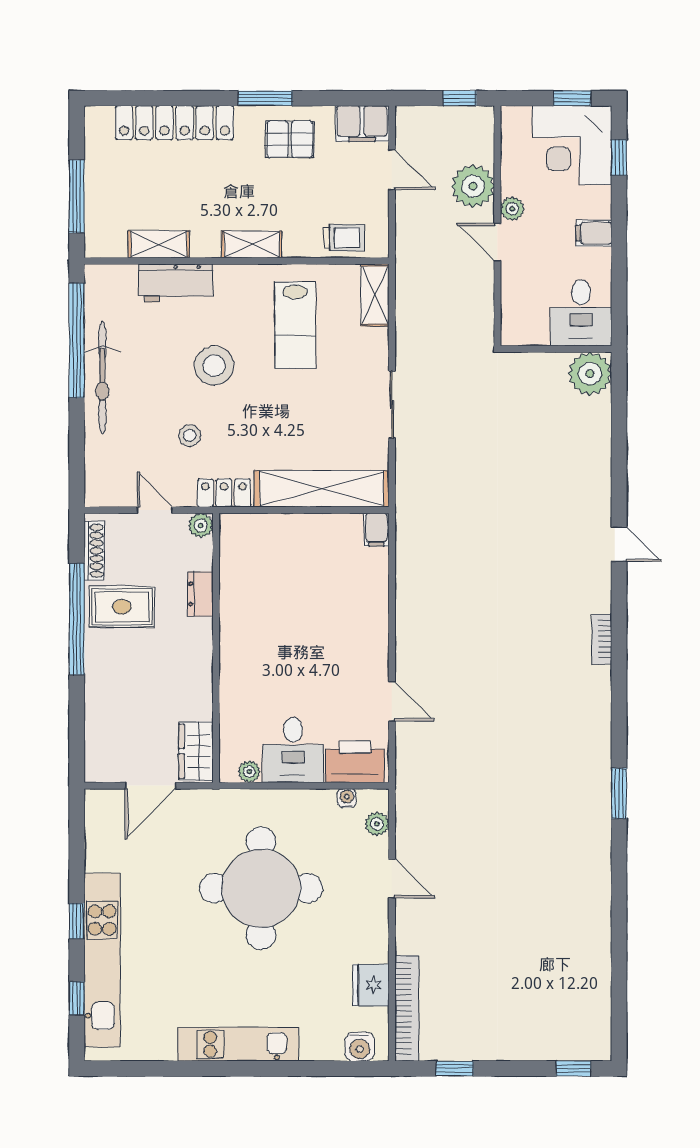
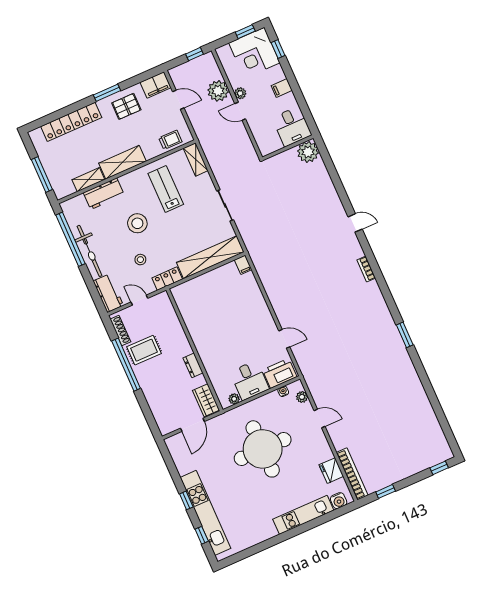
shelving: (252, 244) -> (122, 162), width x1.50, depth x1.33
lab bench: (295, 325) -> (166, 189), turned 180
workbench: (102, 472) -> (108, 293), added
plant: (201, 525) -> (163, 298), removed
dresser: (200, 594) -> (193, 365), moved
kitchen unit: (238, 1044) -> (303, 515), moved

